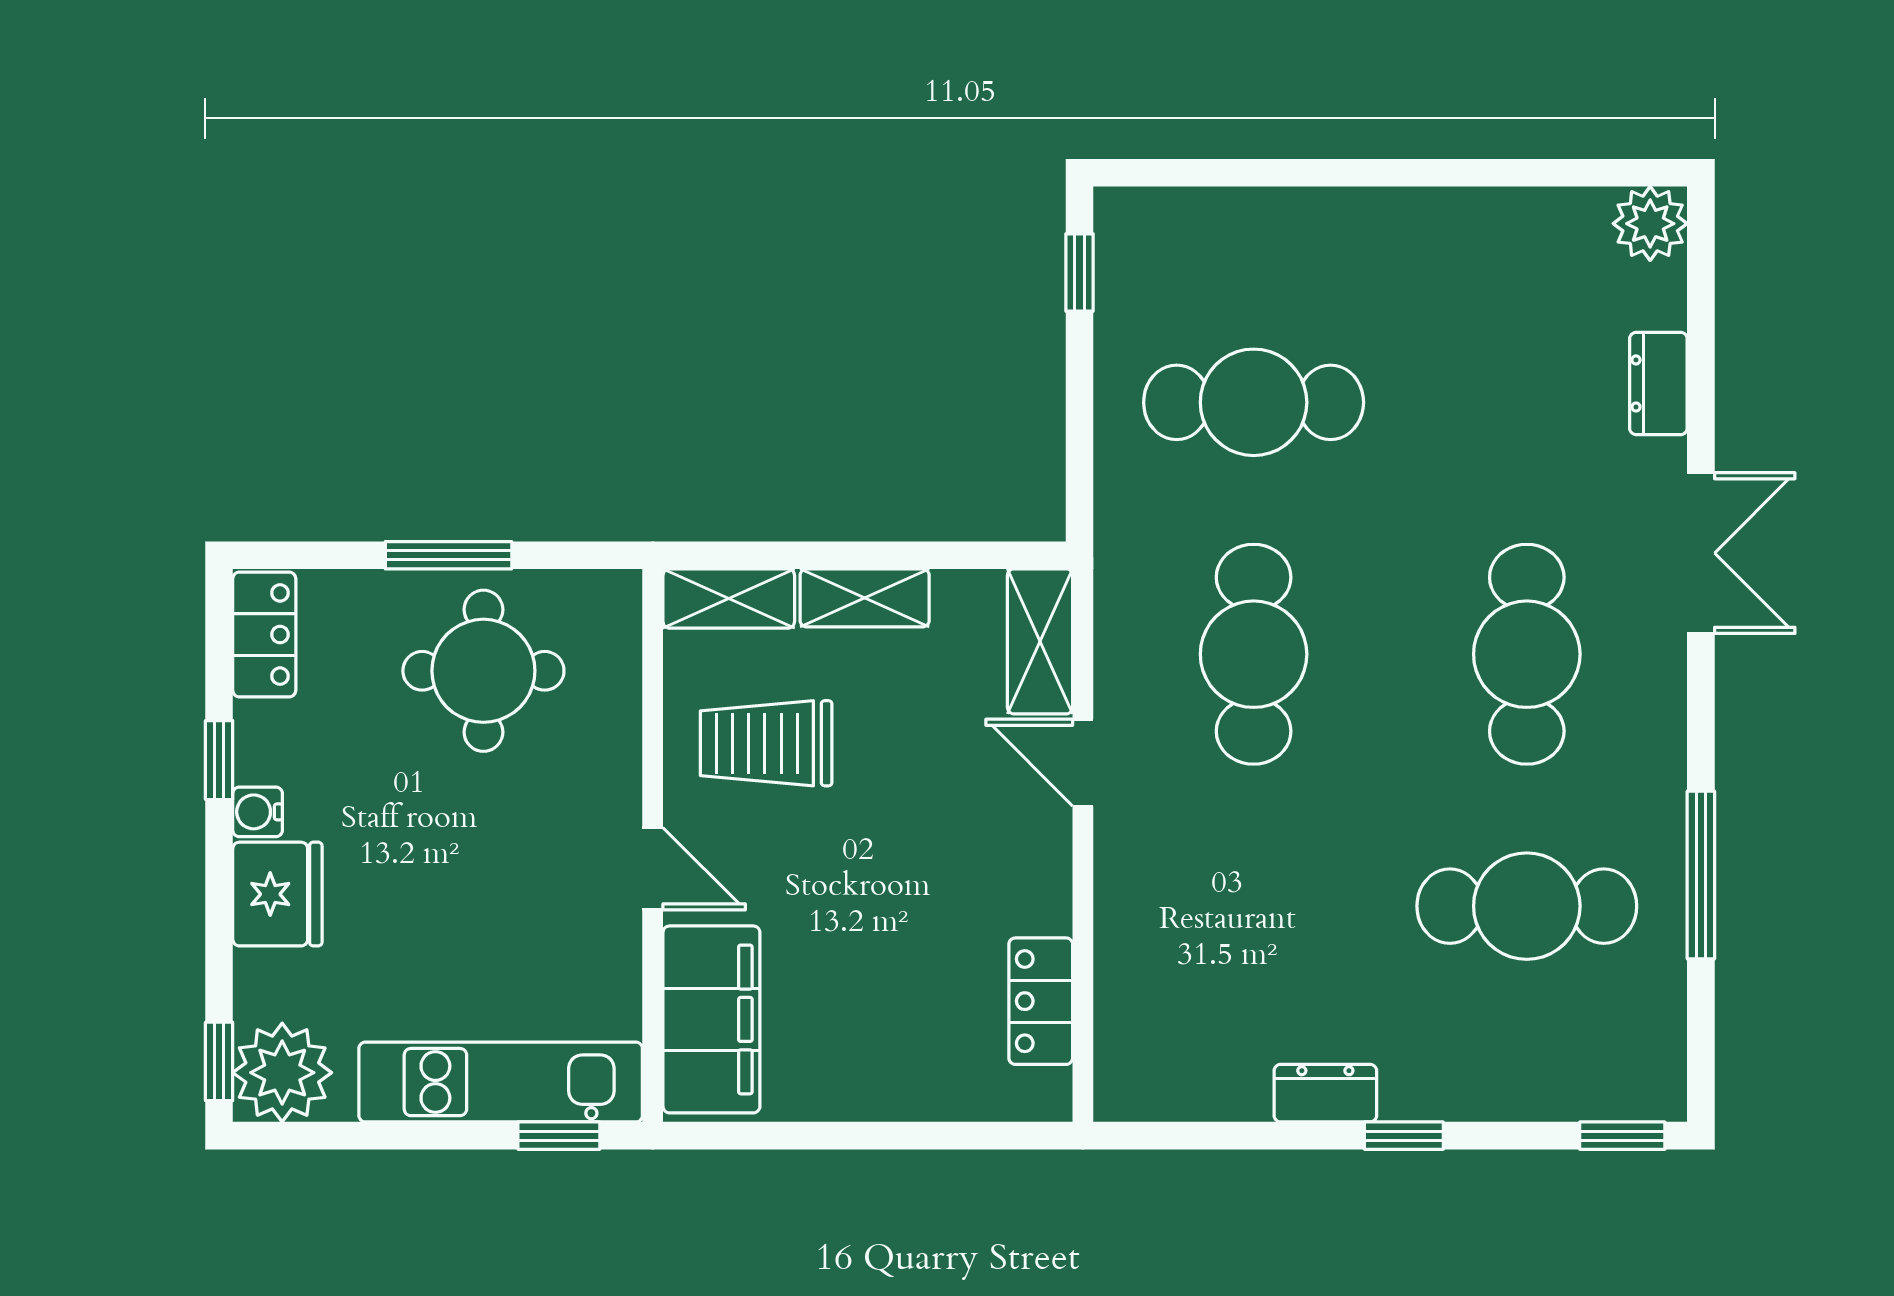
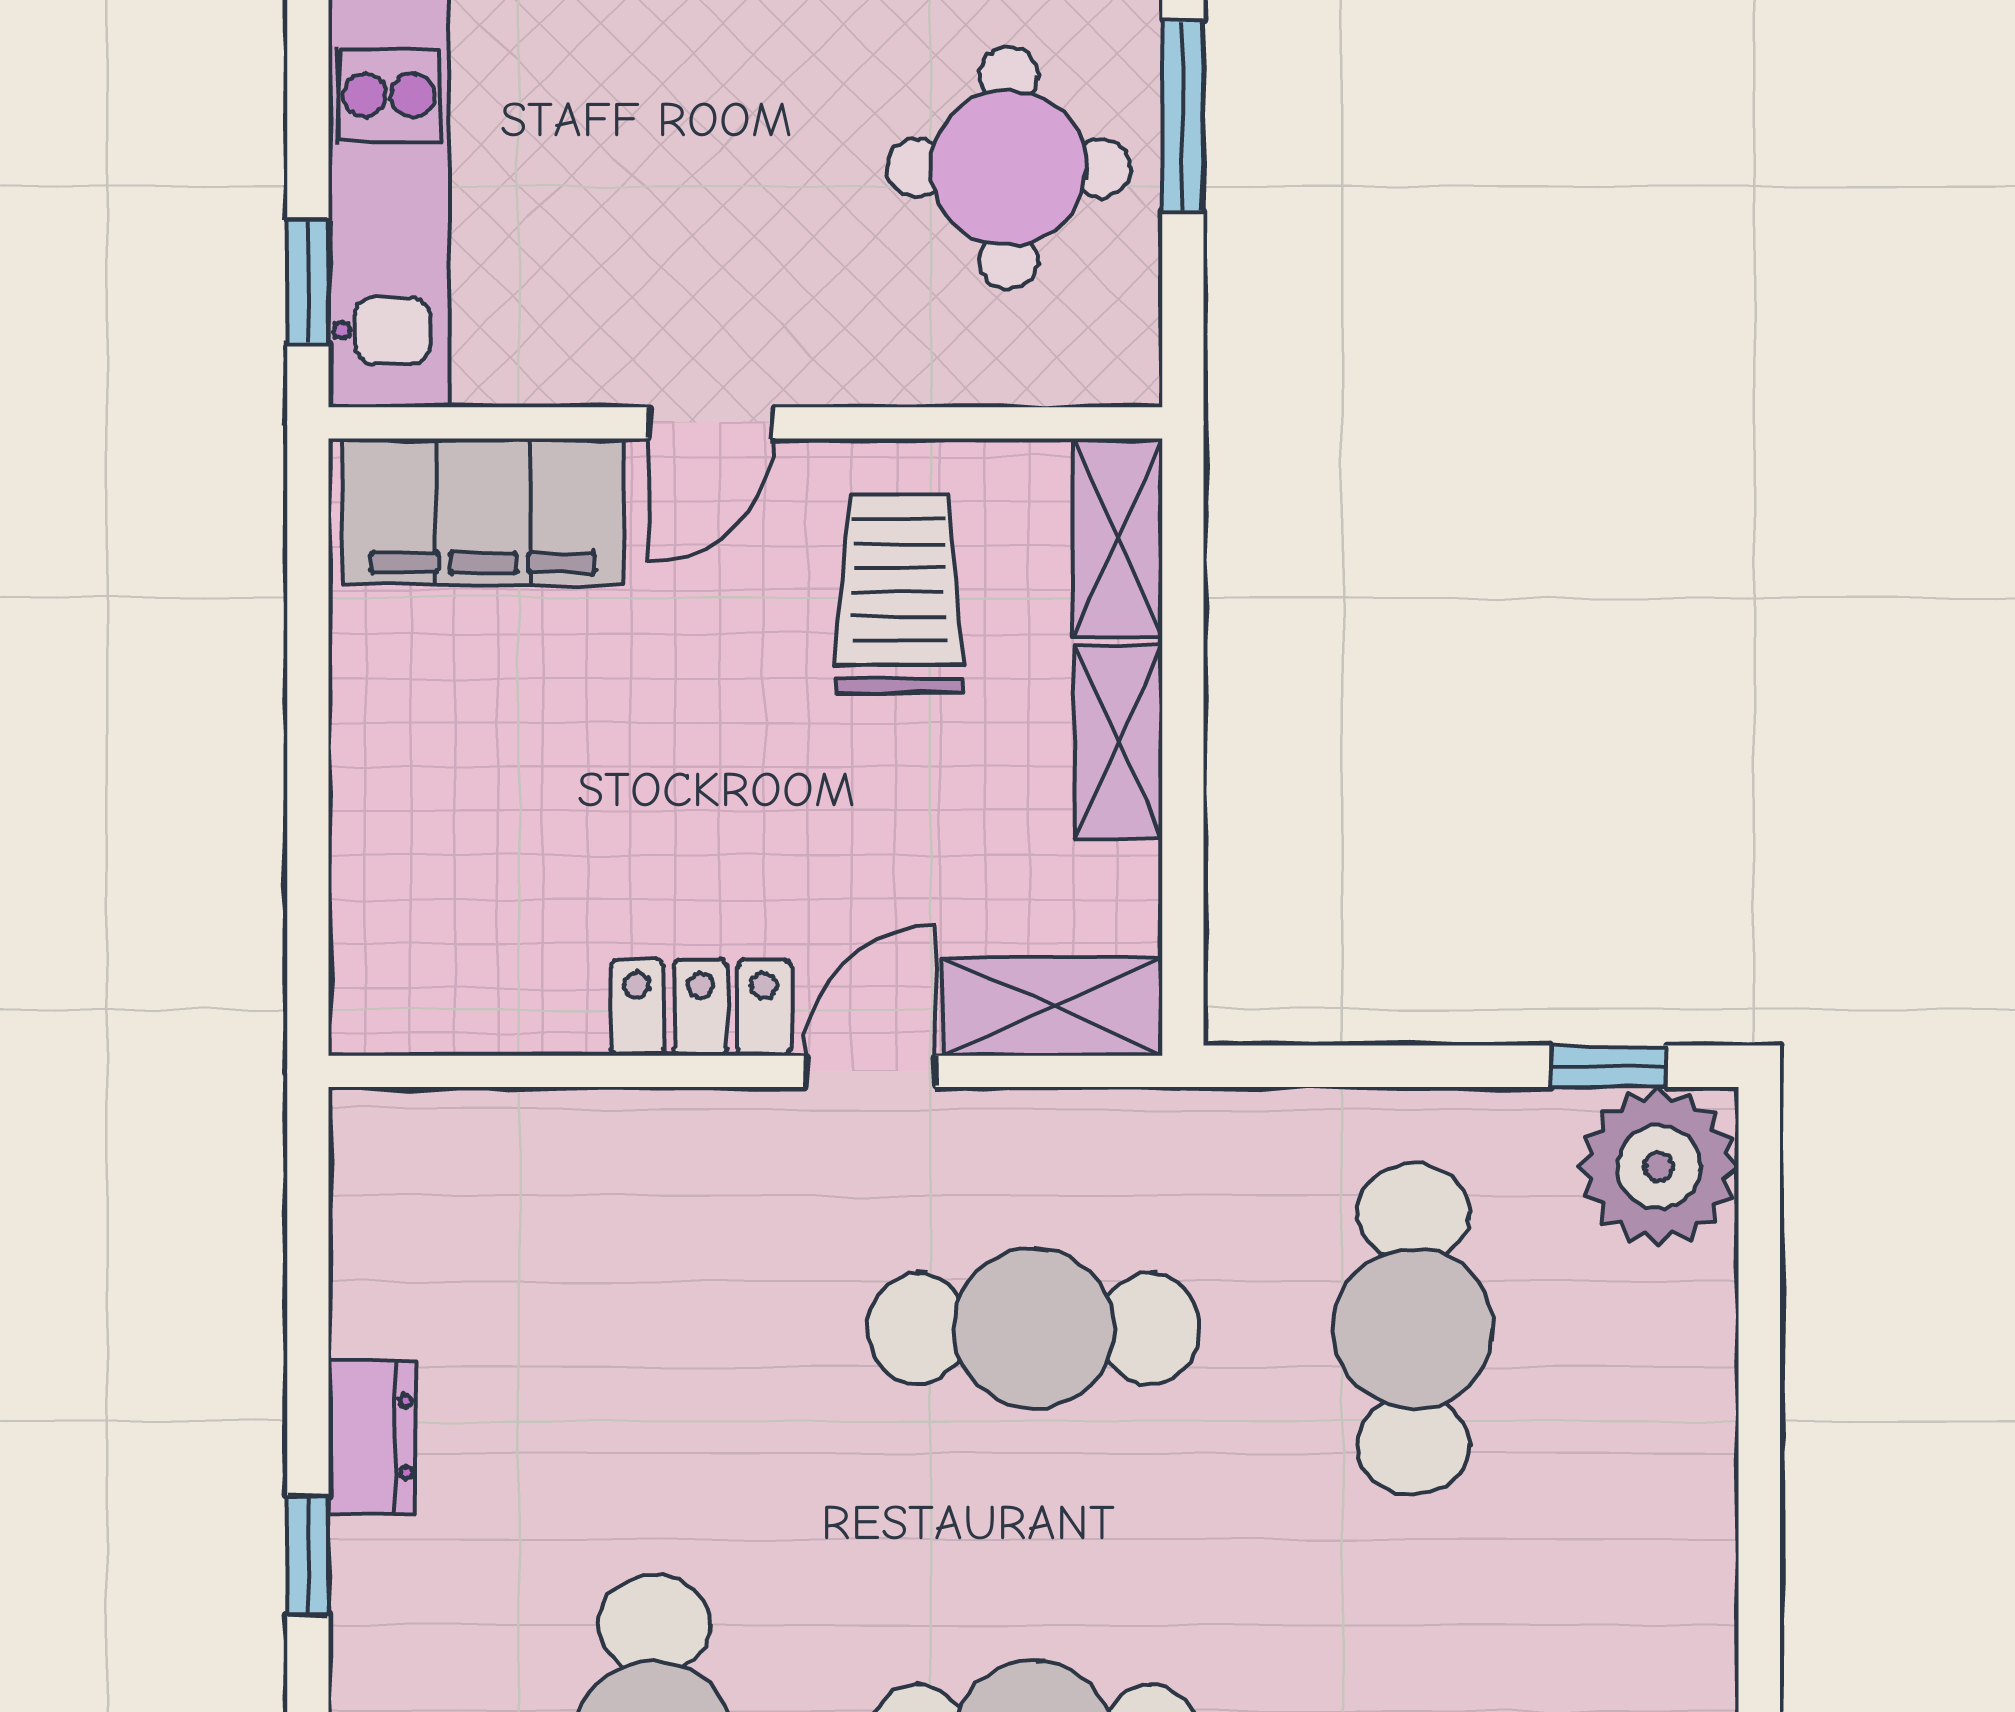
plant: (1146, 240) -> (1659, 1167), added
locker: (1041, 1001) -> (700, 1008), moved

